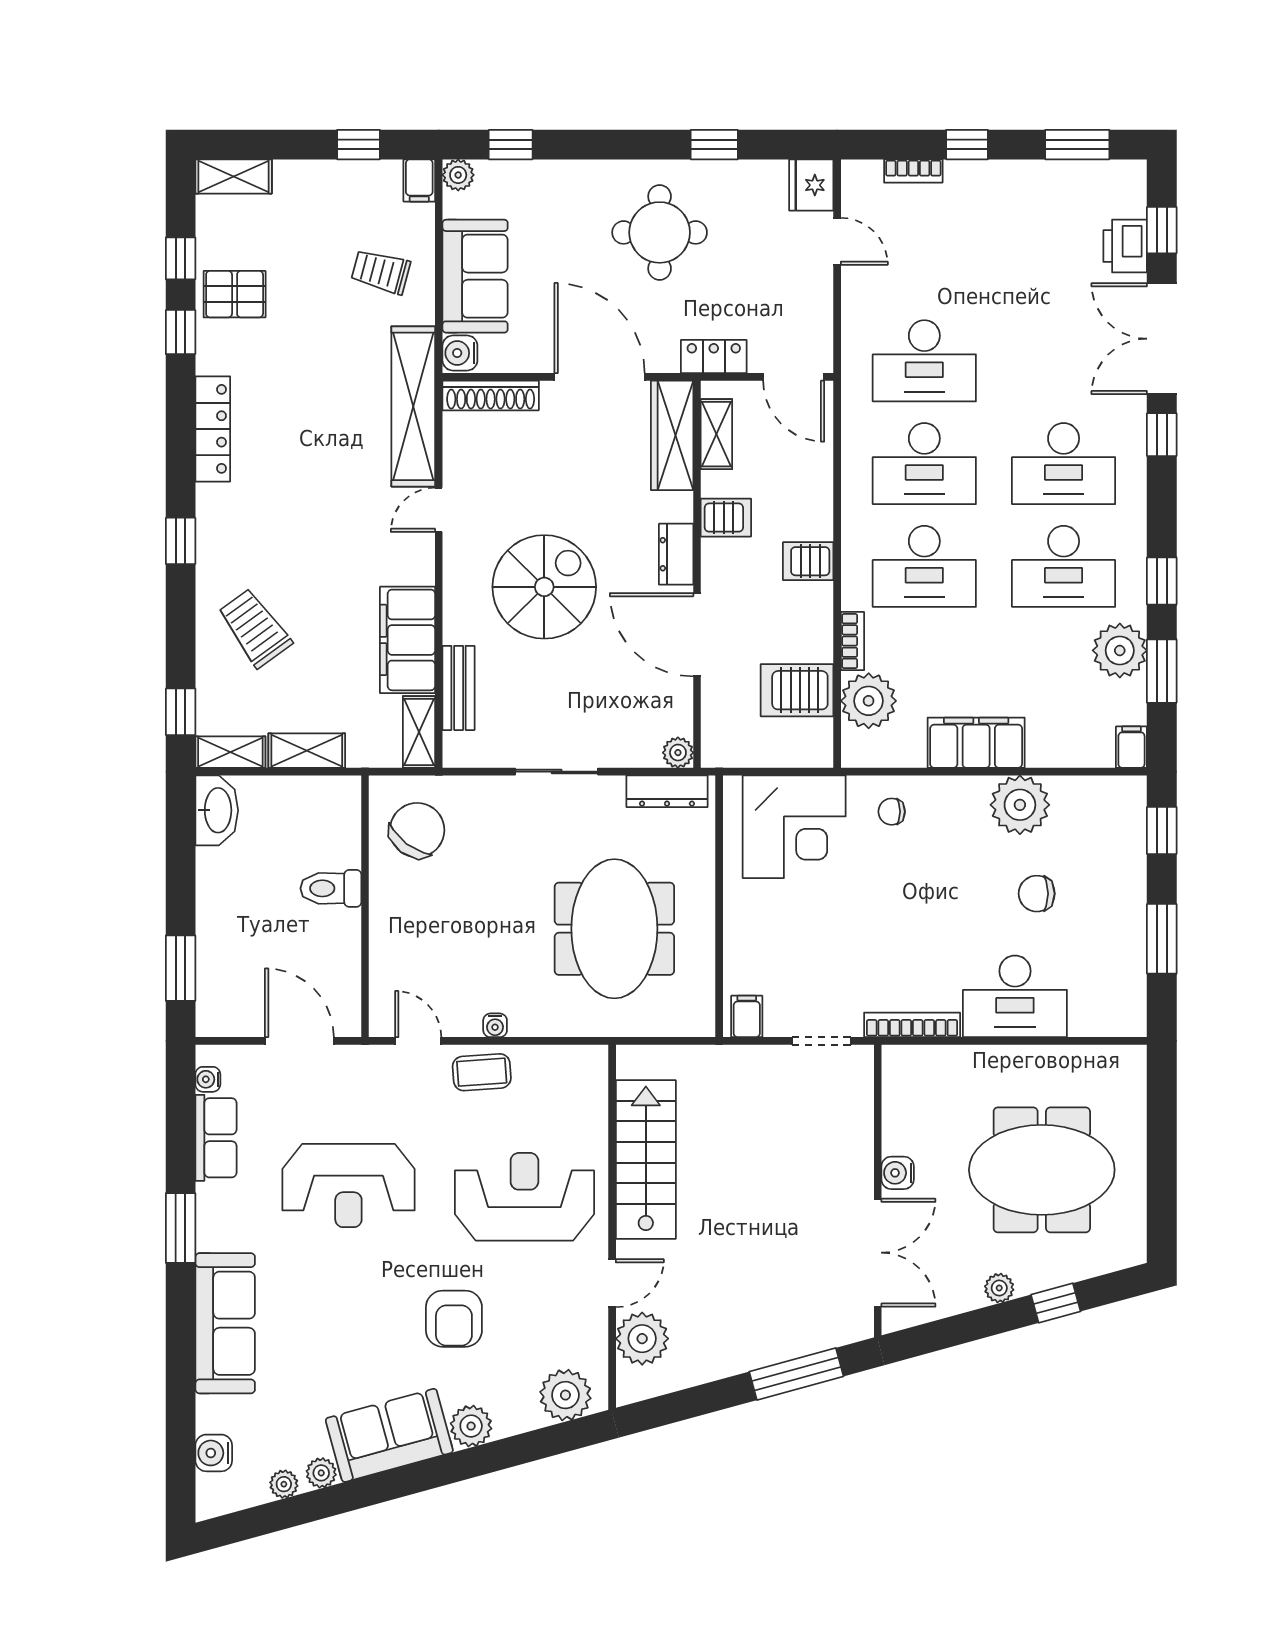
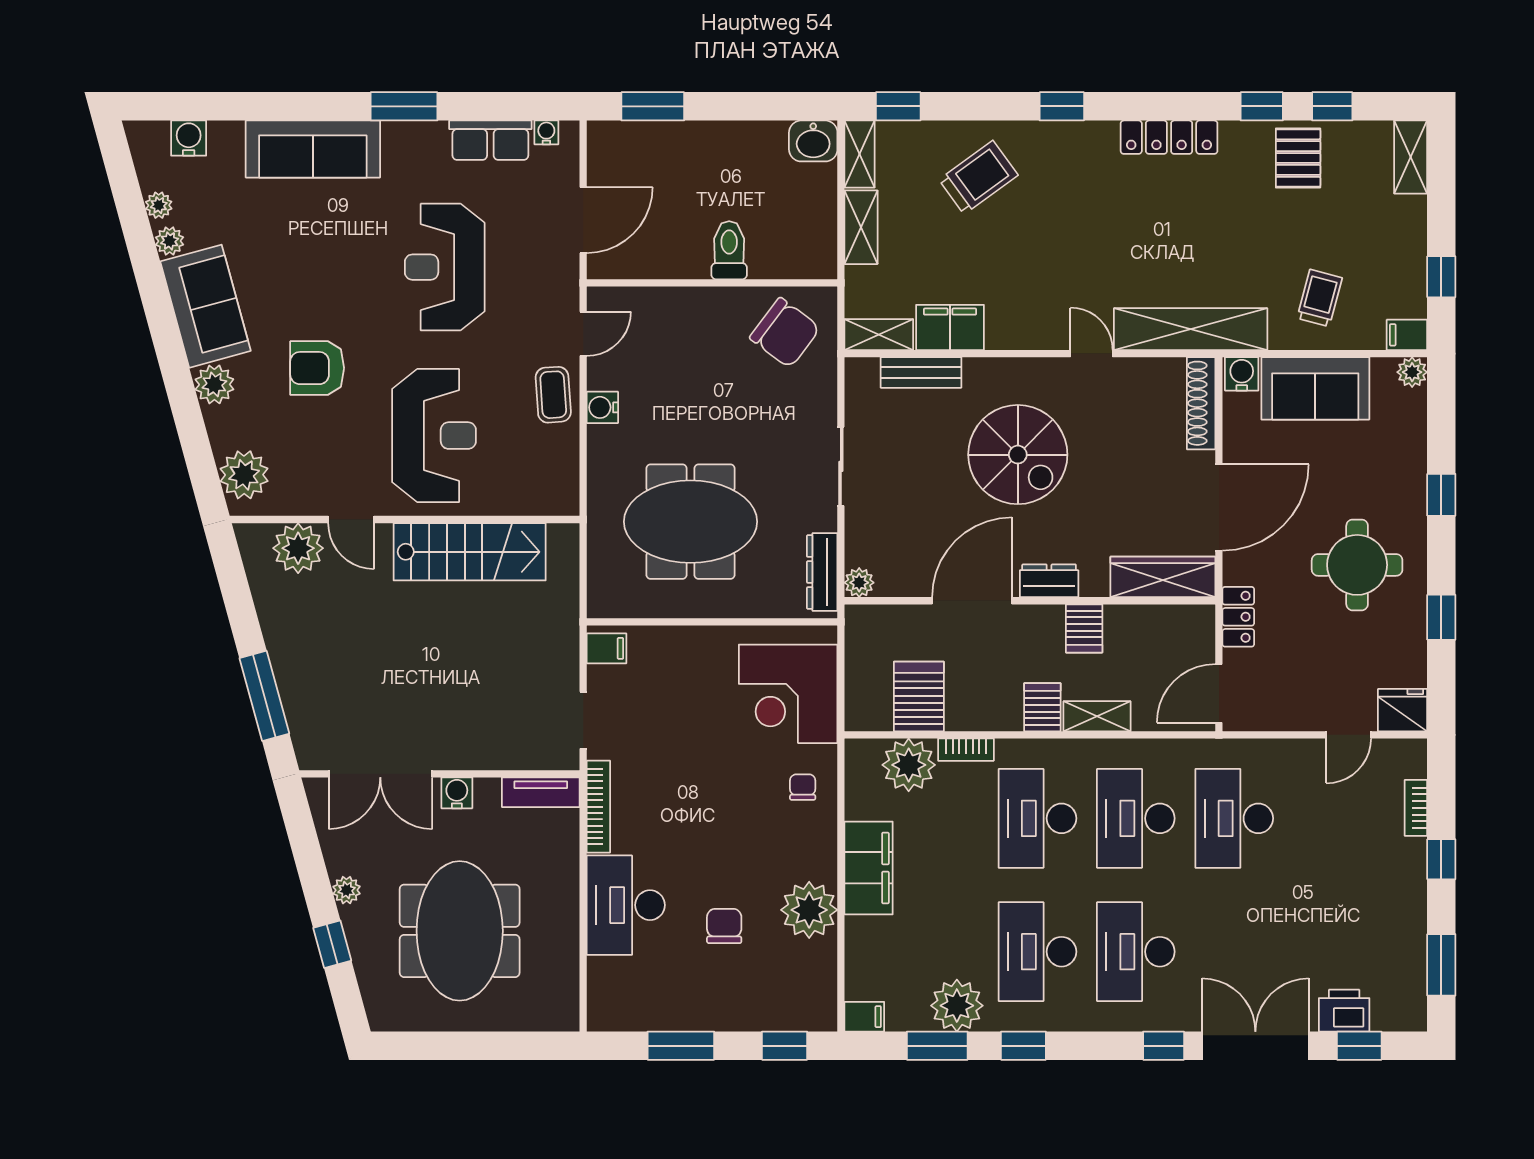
window: (511, 145) -> (1441, 495), moved
shelving: (716, 434) -> (1097, 716), moved
filing cabinet: (408, 640) -> (950, 327), width x0.67, depth x0.86
washbasin: (217, 810) -> (813, 141), width x0.72
water cooler: (495, 1025) -> (602, 407), width x1.38, depth x1.38
tv unit: (897, 1085) -> (541, 792), added

